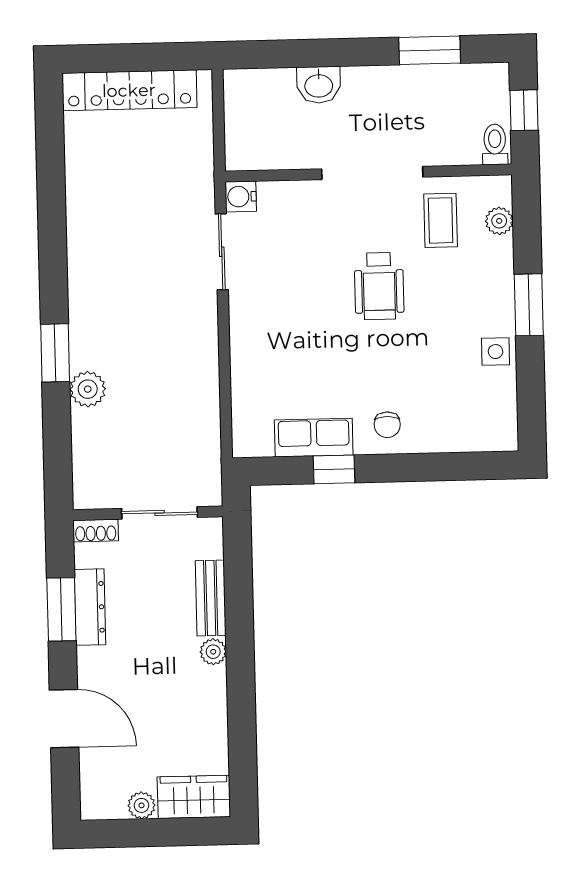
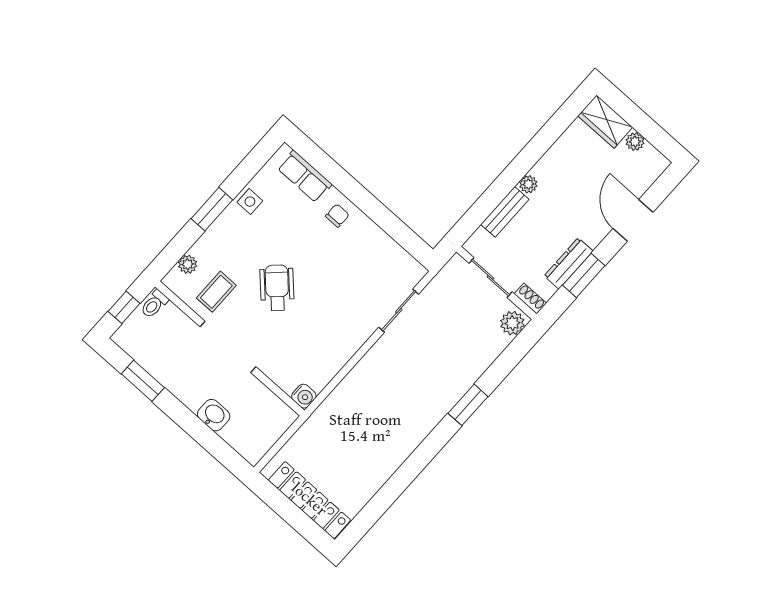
sliding door: (222, 252) -> (399, 311), moved
wheelchair: (379, 286) -> (277, 288), turned -44
plant: (88, 389) -> (512, 323), moved
row of seats: (314, 438) -> (305, 176), moved
window: (334, 469) -> (384, 218), removed

